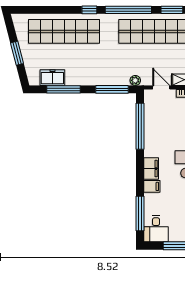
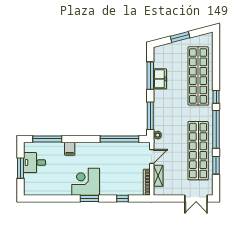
freezer: (52, 78) -> (160, 79), moved
filing cabinet: (151, 169) -> (84, 148), removed
desk: (156, 229) -> (35, 162), moved

